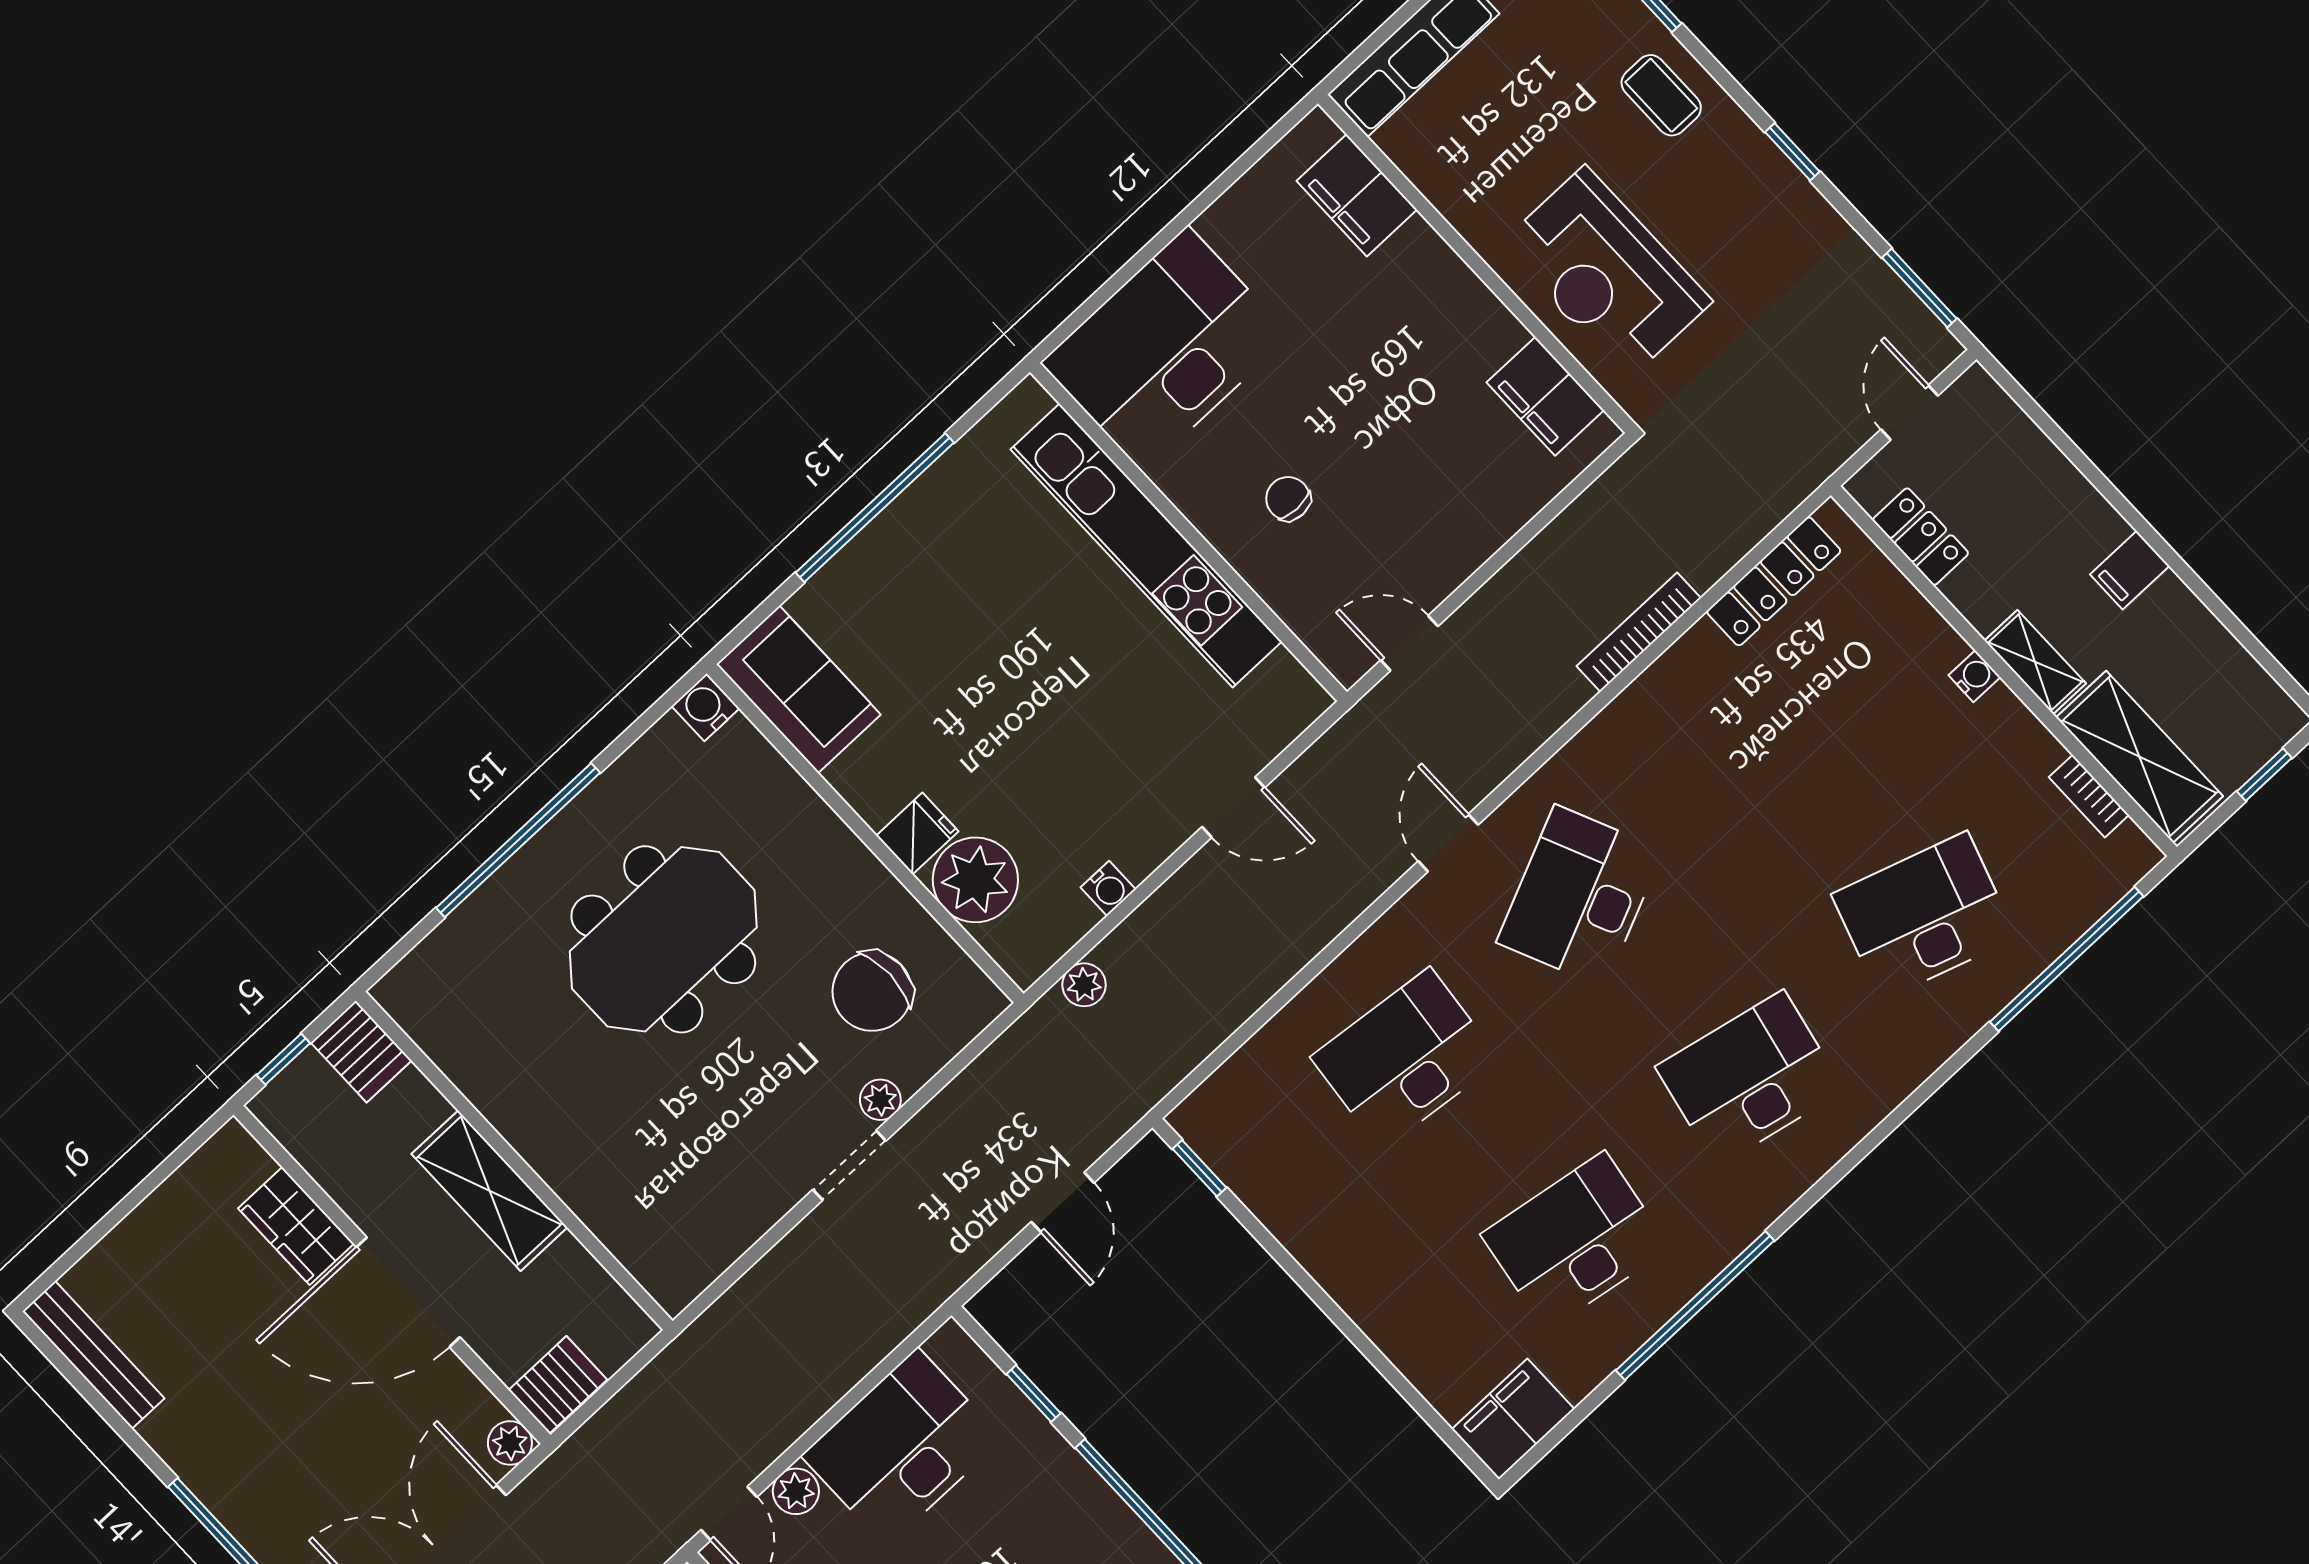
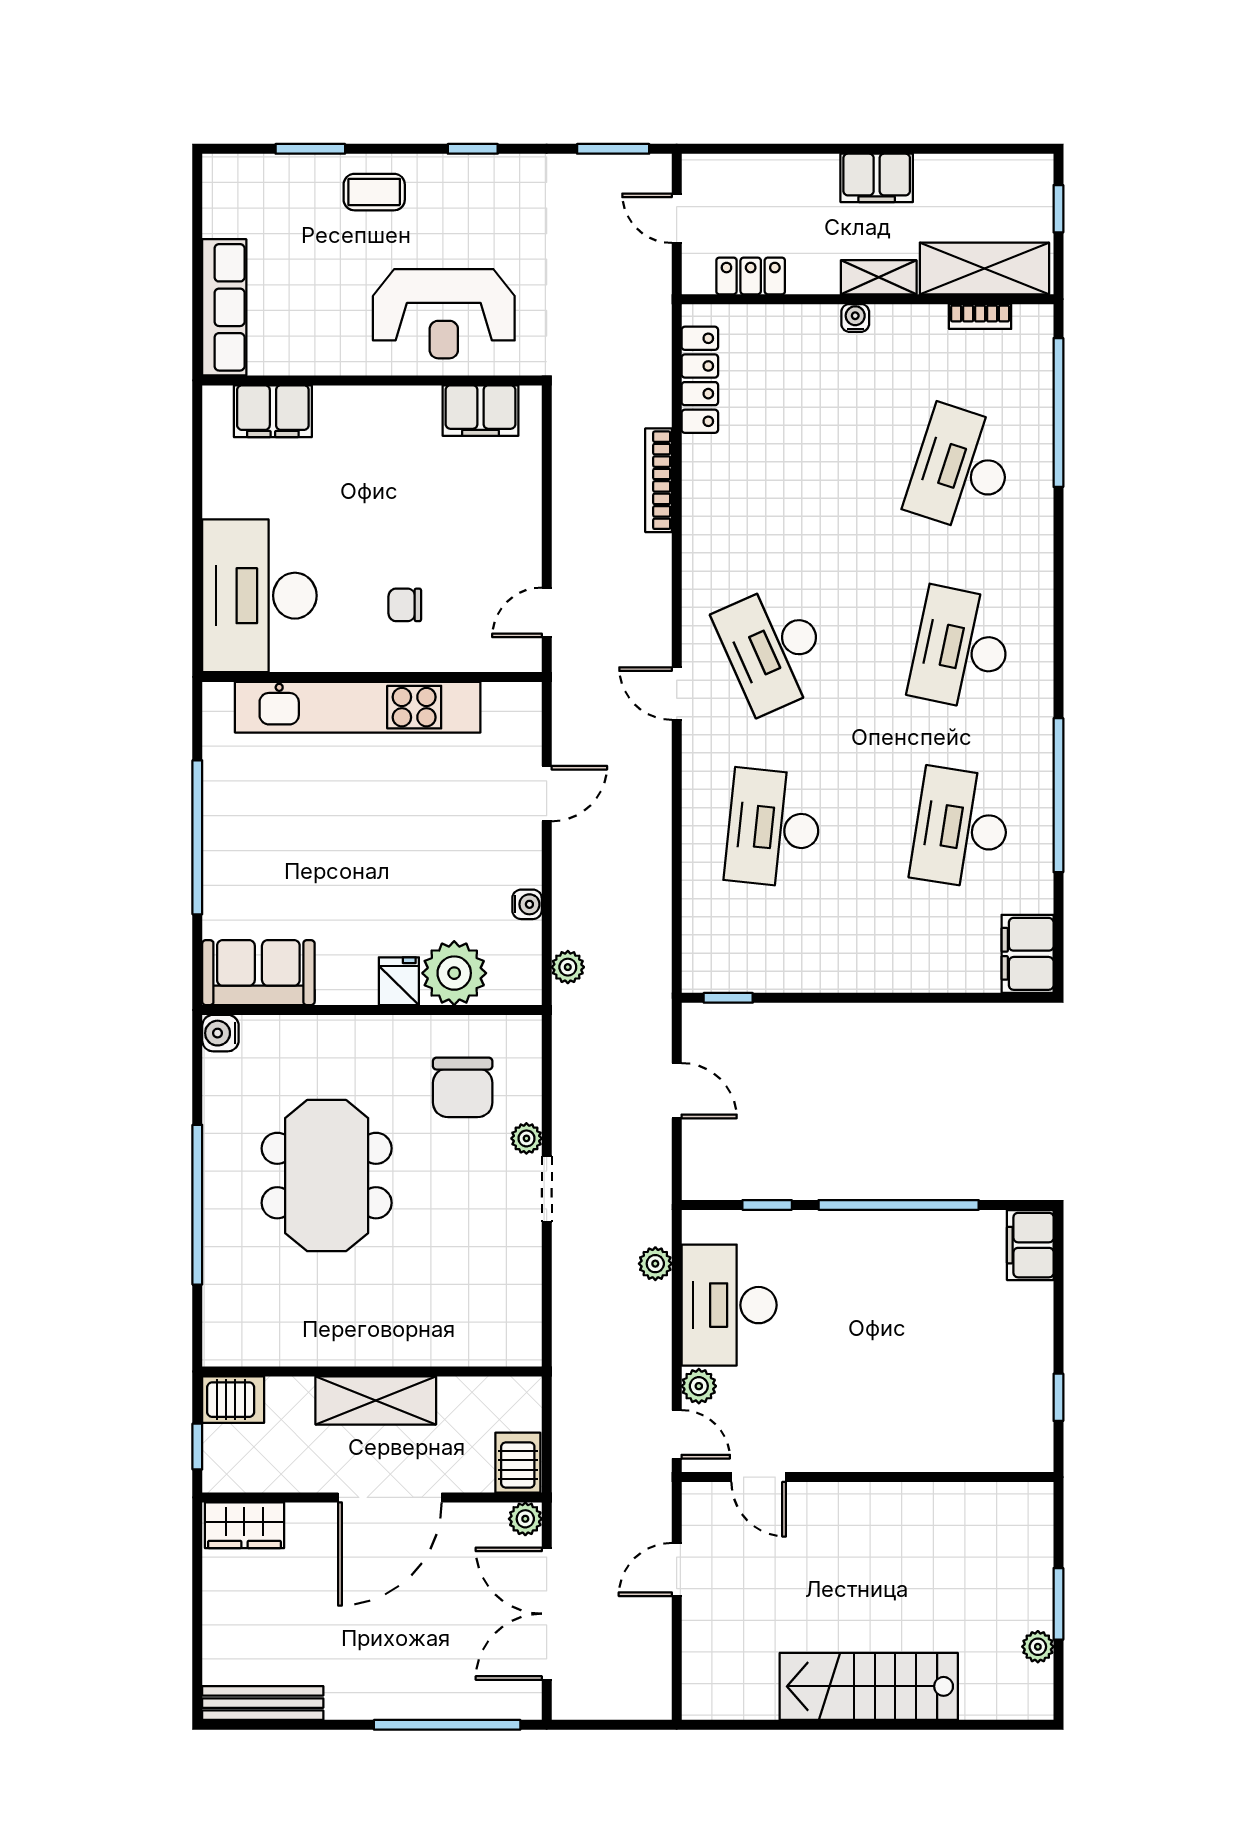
filing cabinet: (2130, 570) -> (877, 178), width x2.00
wardrobe: (296, 1226) -> (244, 1525), moved
plant: (875, 1338) -> (655, 1264), added

